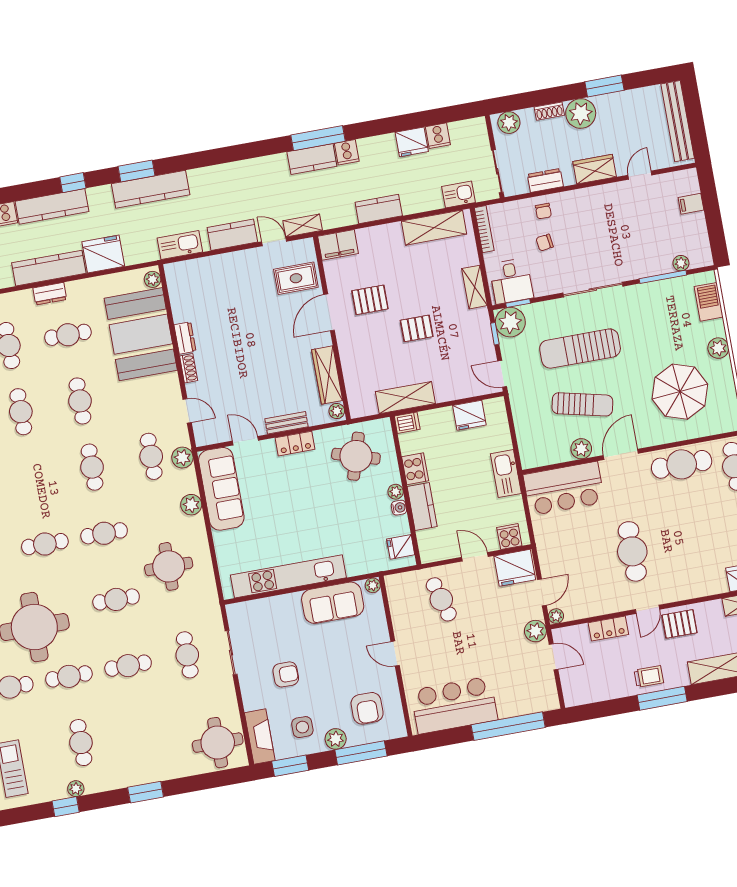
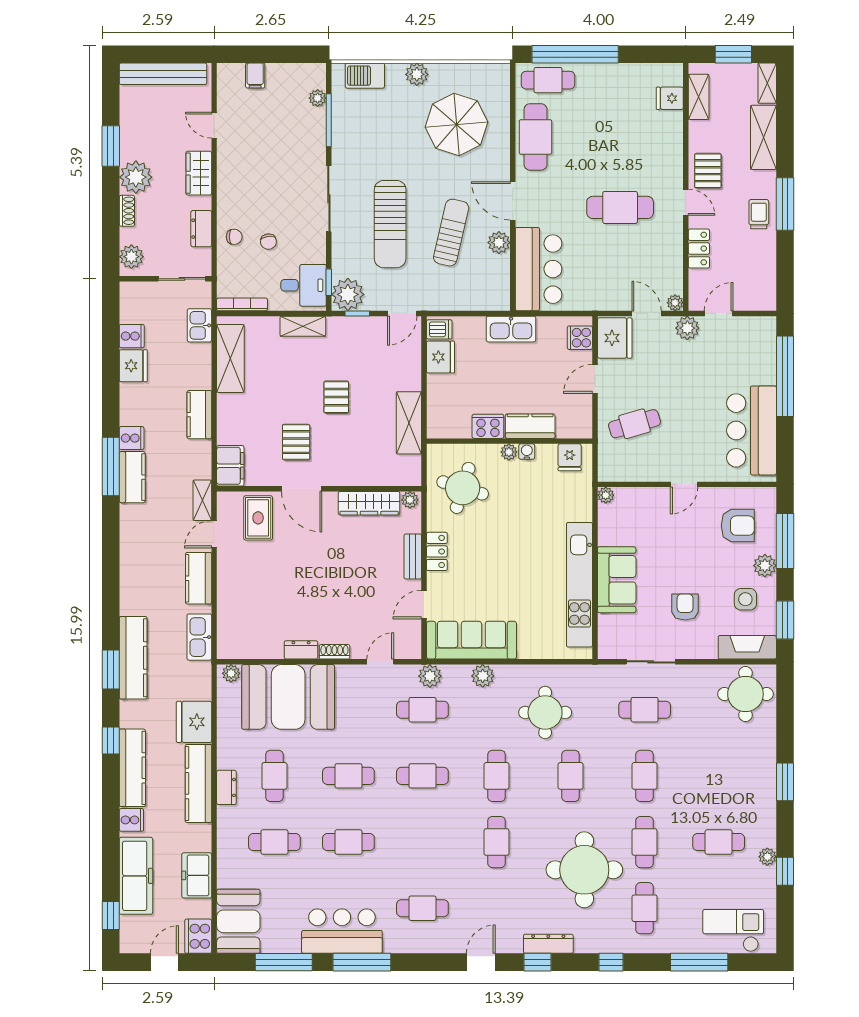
dishwasher: (407, 423) -> (439, 329), moved, turned 90
sofa: (333, 603) -> (617, 580), moved

